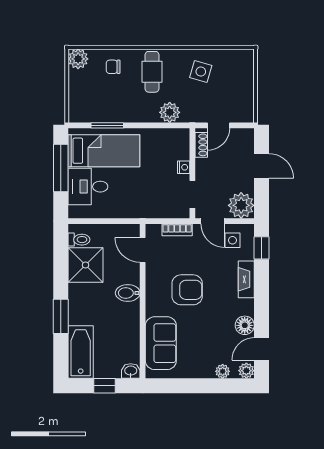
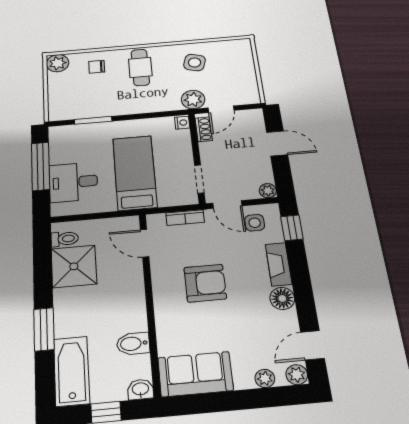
plant: (170, 112) -> (193, 100), moved
bed: (104, 151) -> (135, 173), moved, turned -90
nightstand: (184, 167) -> (182, 123), moved
plant: (241, 205) -> (268, 191), width x0.53, depth x0.53
bidet: (128, 293) -> (133, 344), moved
floor lamp: (245, 325) -> (282, 298), moved
sofa: (161, 343) -> (195, 374), moved, turned -90

